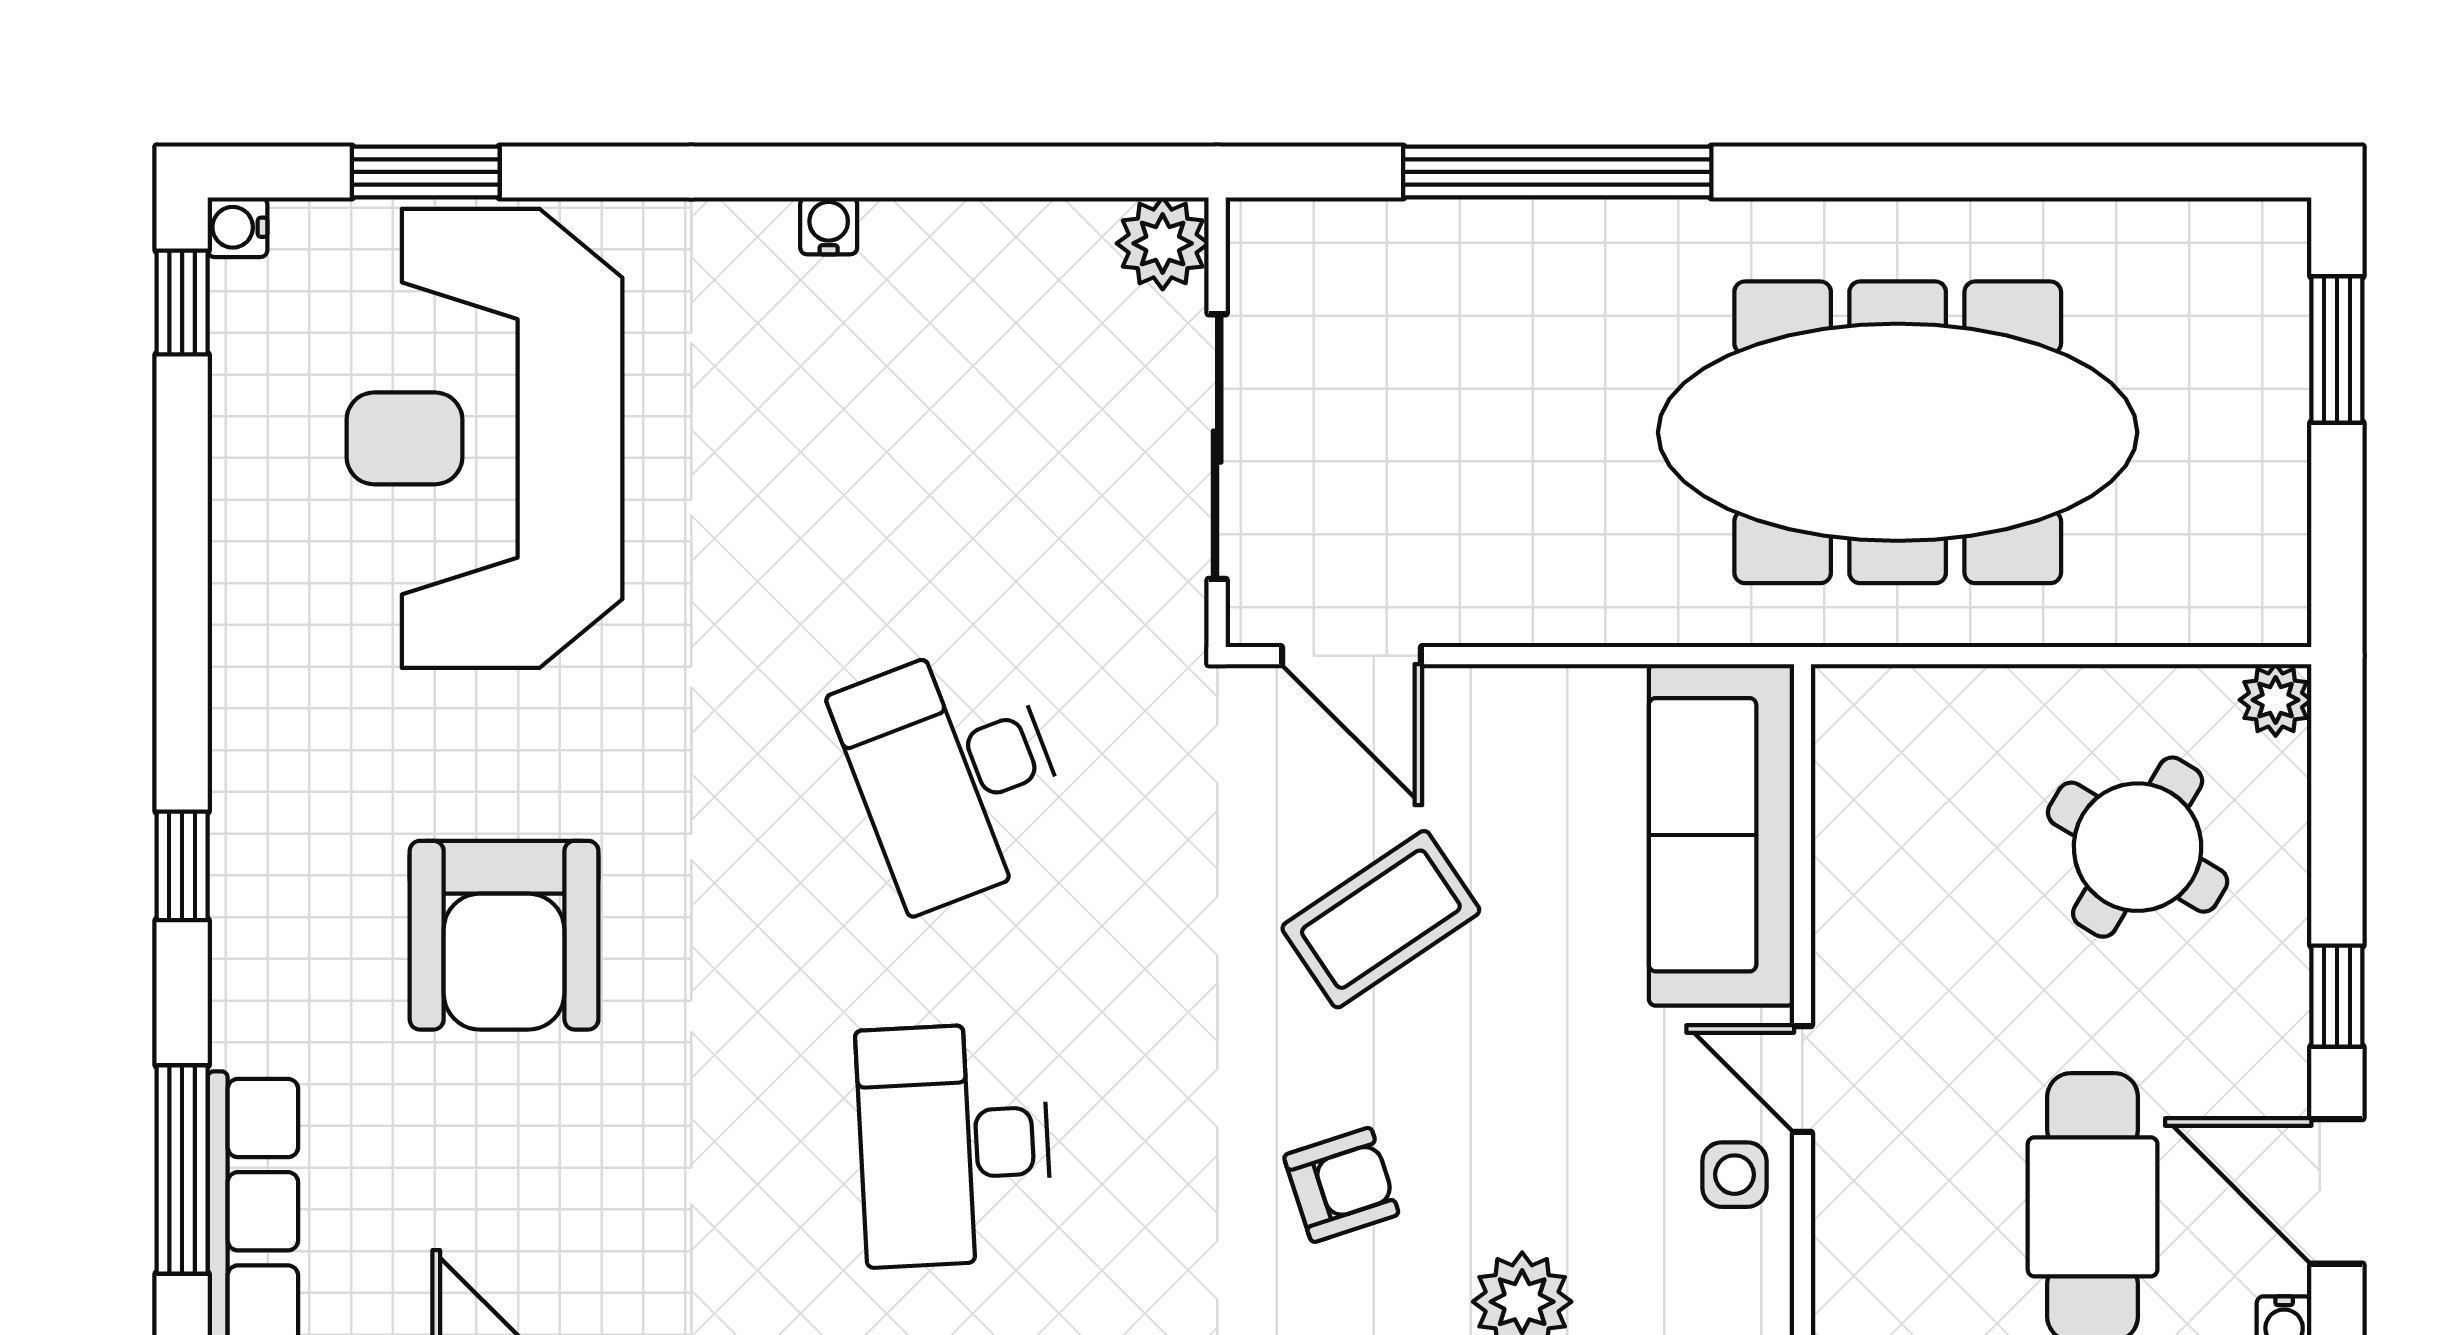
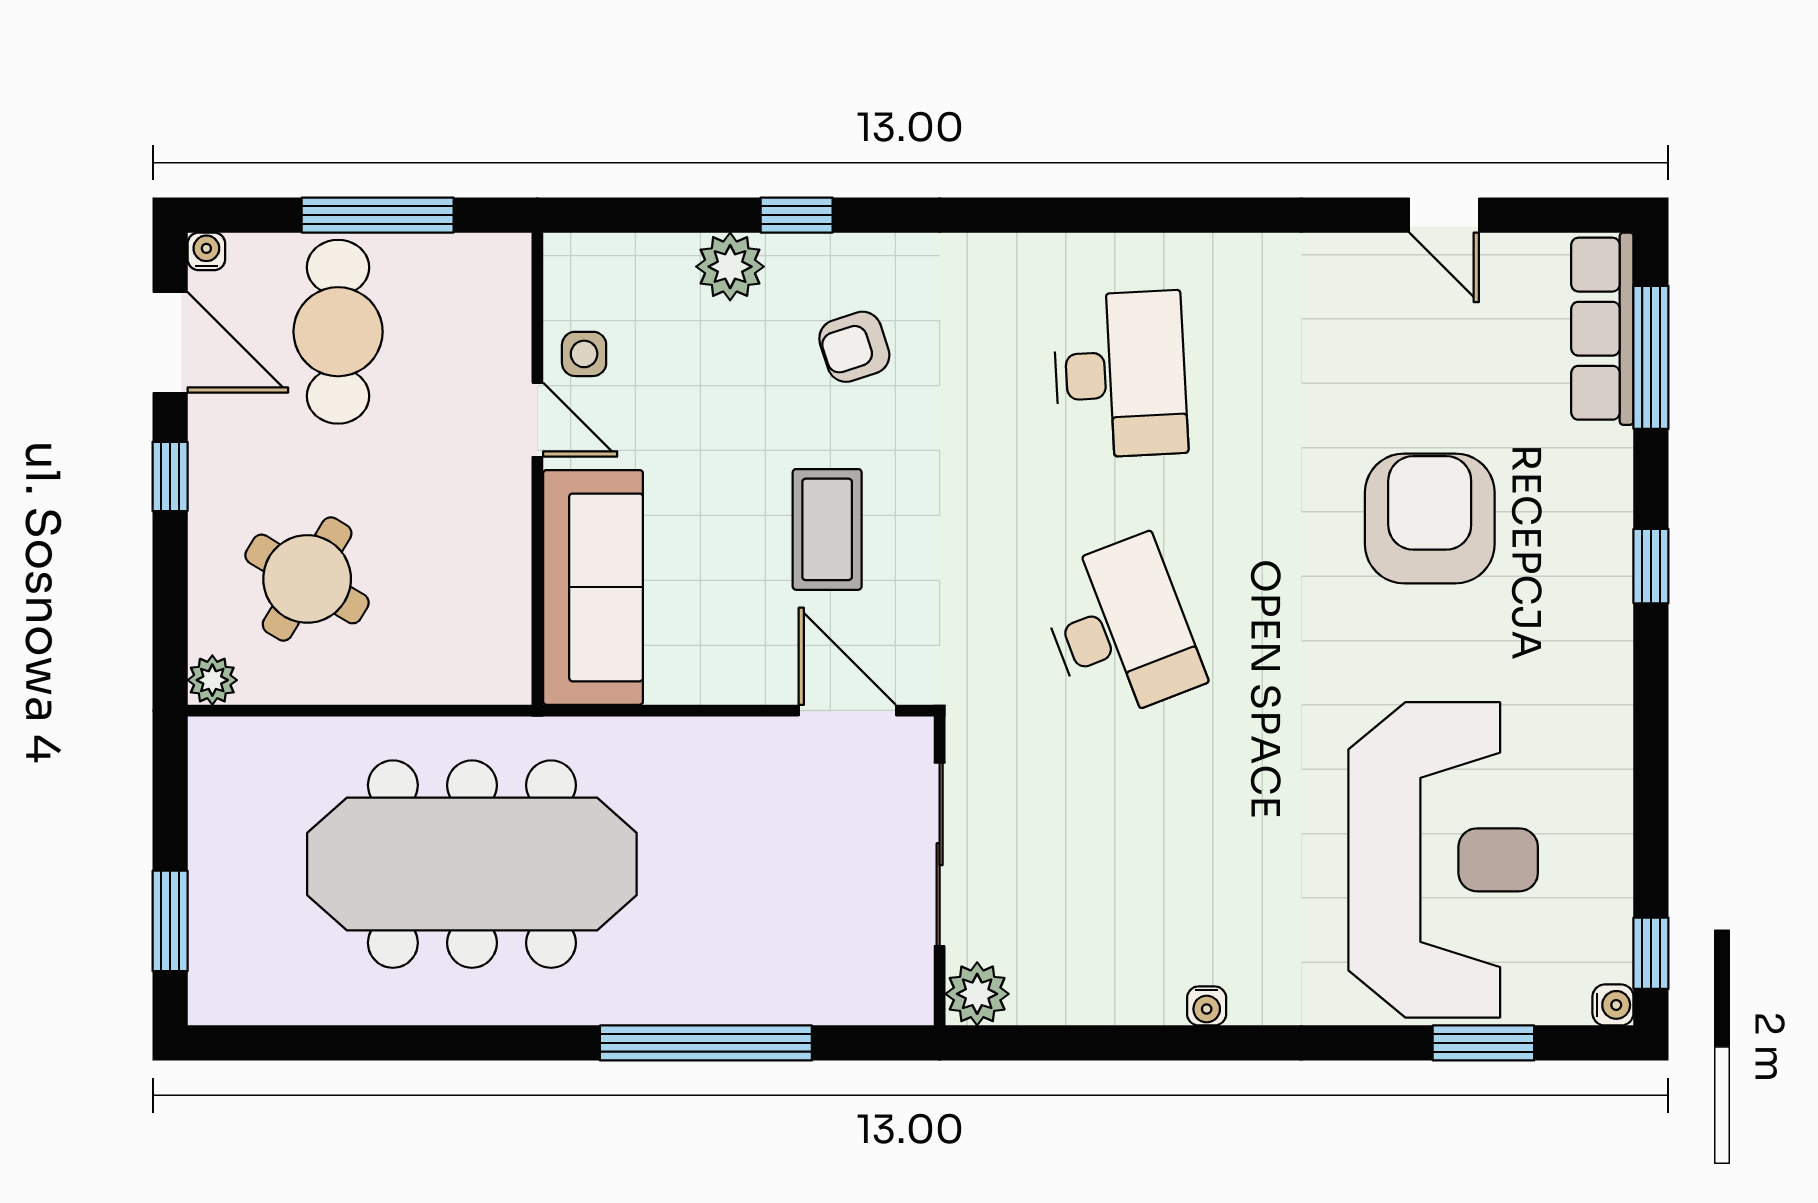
coffee table: (1381, 919) -> (827, 529), turned -56

